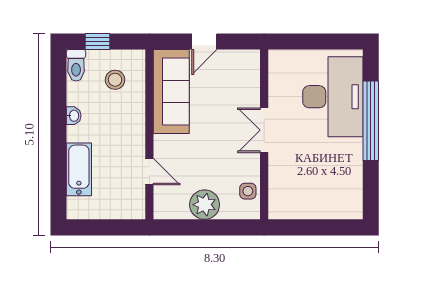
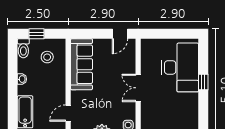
door: (204, 42) -> (120, 34), moved
window: (371, 121) -> (203, 82), width x0.32
door: (149, 172) -> (68, 113), swing flipped

